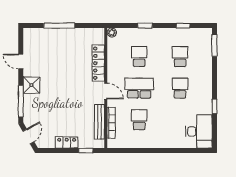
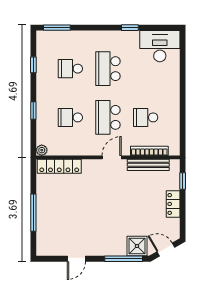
locker: (98, 63) -> (59, 166), moved
shower: (31, 85) -> (137, 246), moved
school desk: (180, 88) -> (108, 69), width x1.85

